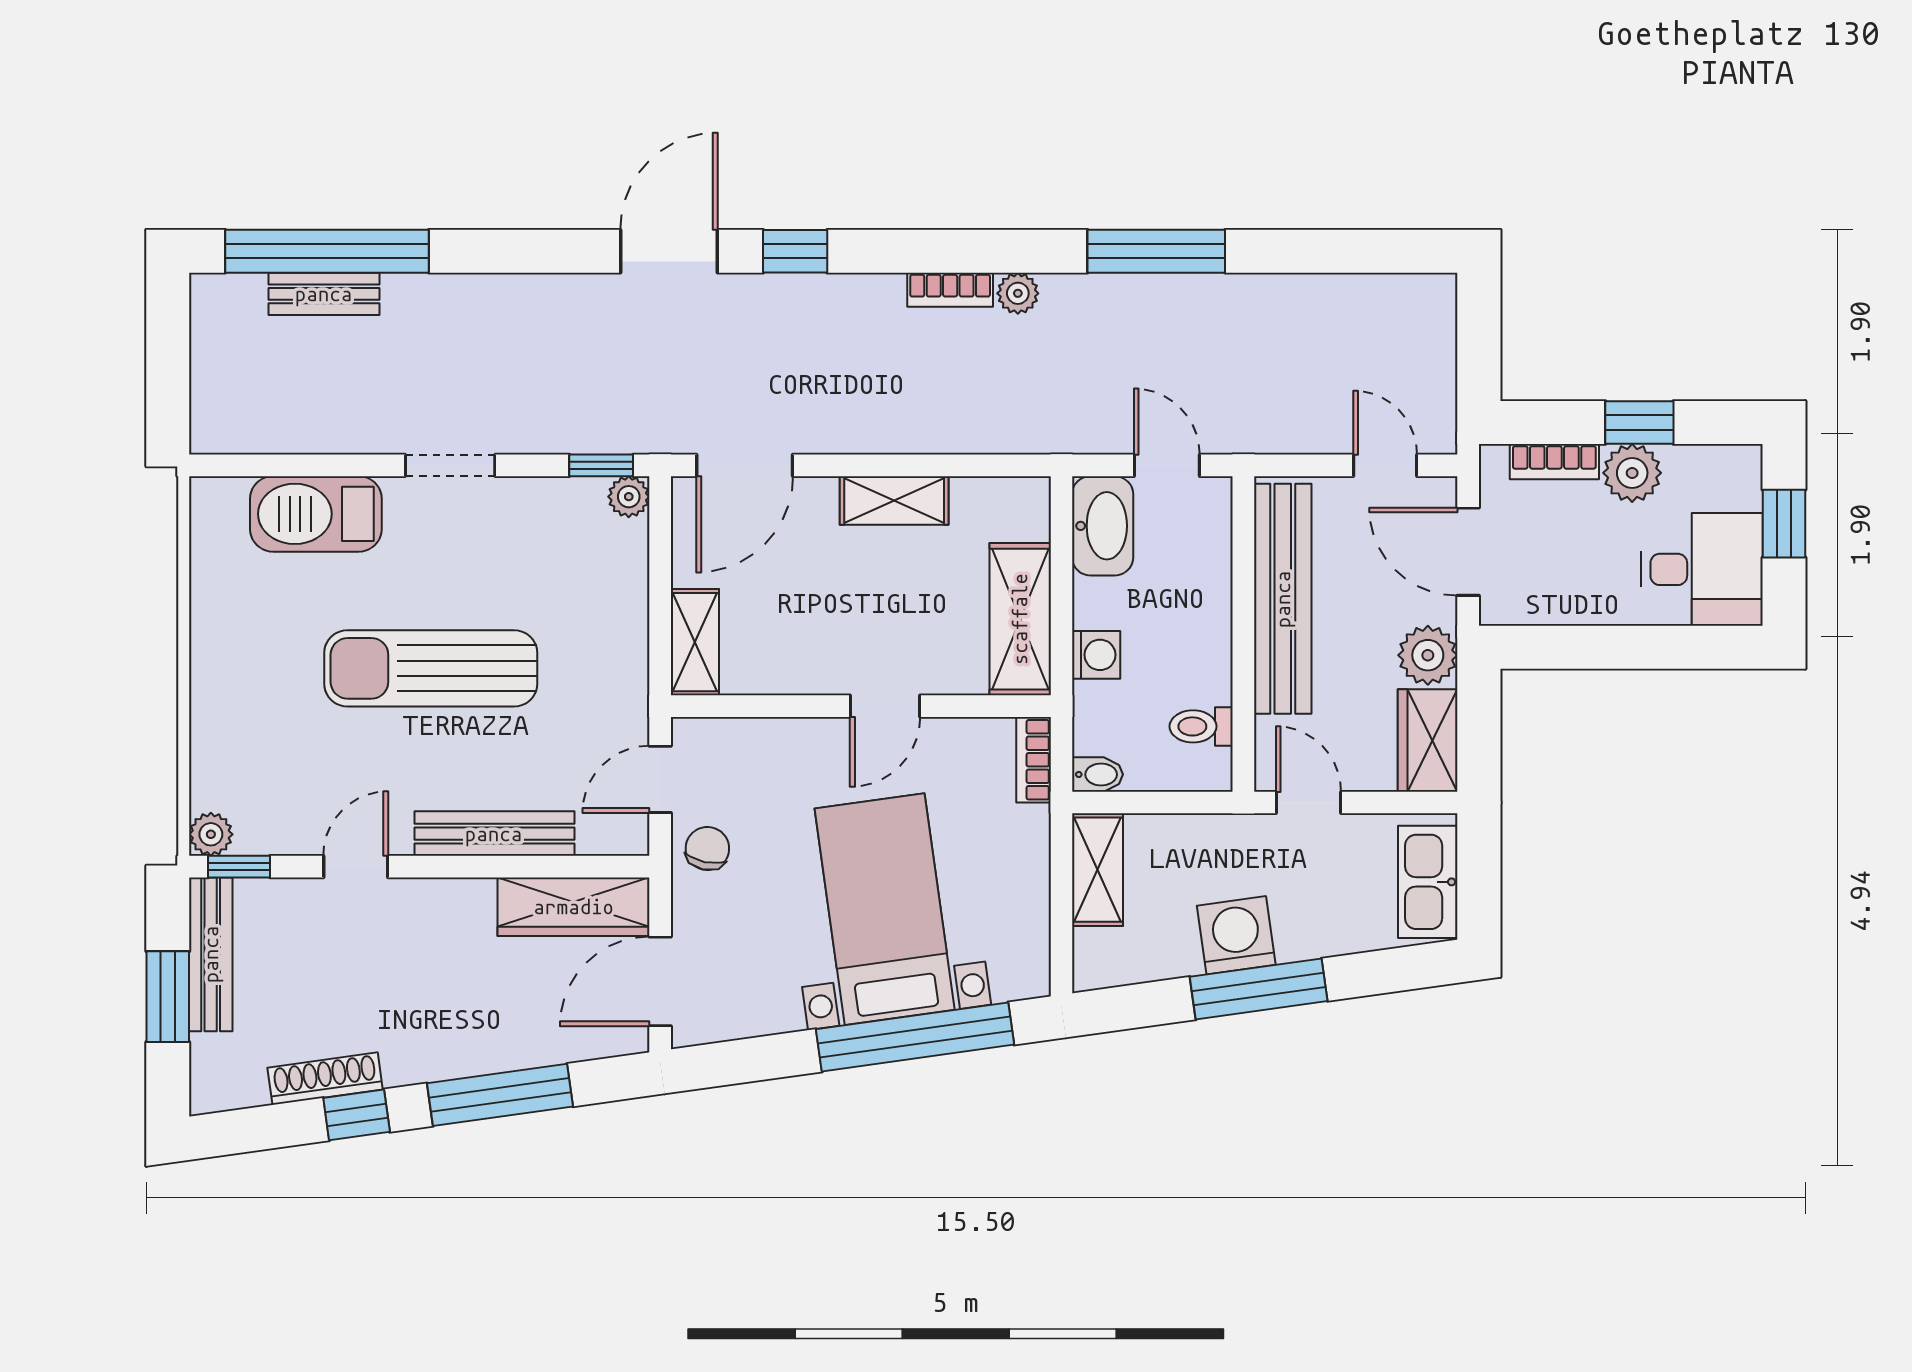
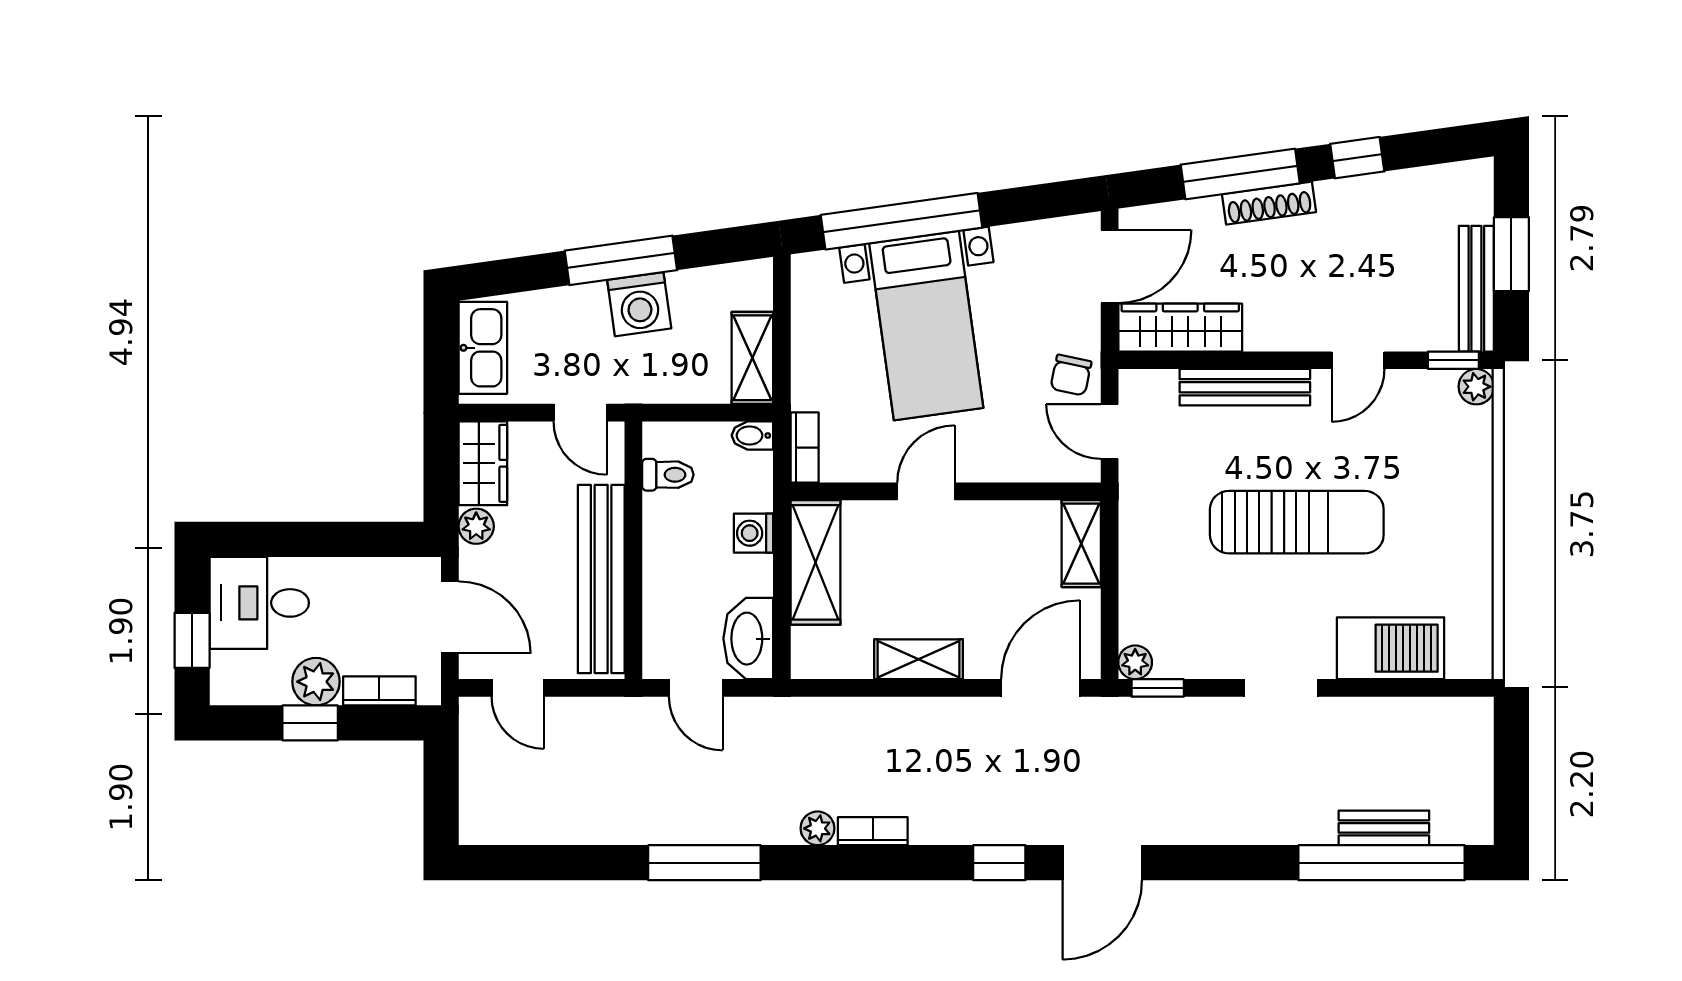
plant: (1428, 655) -> (476, 526), width x0.73, depth x0.73
door: (660, 779) -> (1110, 432), swing flipped
shoe rack: (325, 1079) -> (1269, 203), moved

